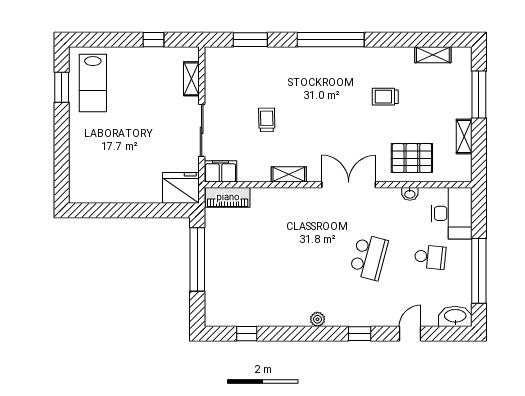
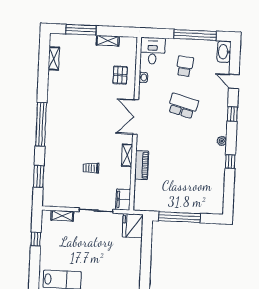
trolley: (385, 97) -> (80, 91), removed
pallet: (412, 158) -> (120, 75), width x0.67, depth x0.71
piano: (228, 197) -> (142, 165), moved
desk: (452, 213) -> (153, 51), width x0.73
window: (247, 334) -> (230, 162), moved

